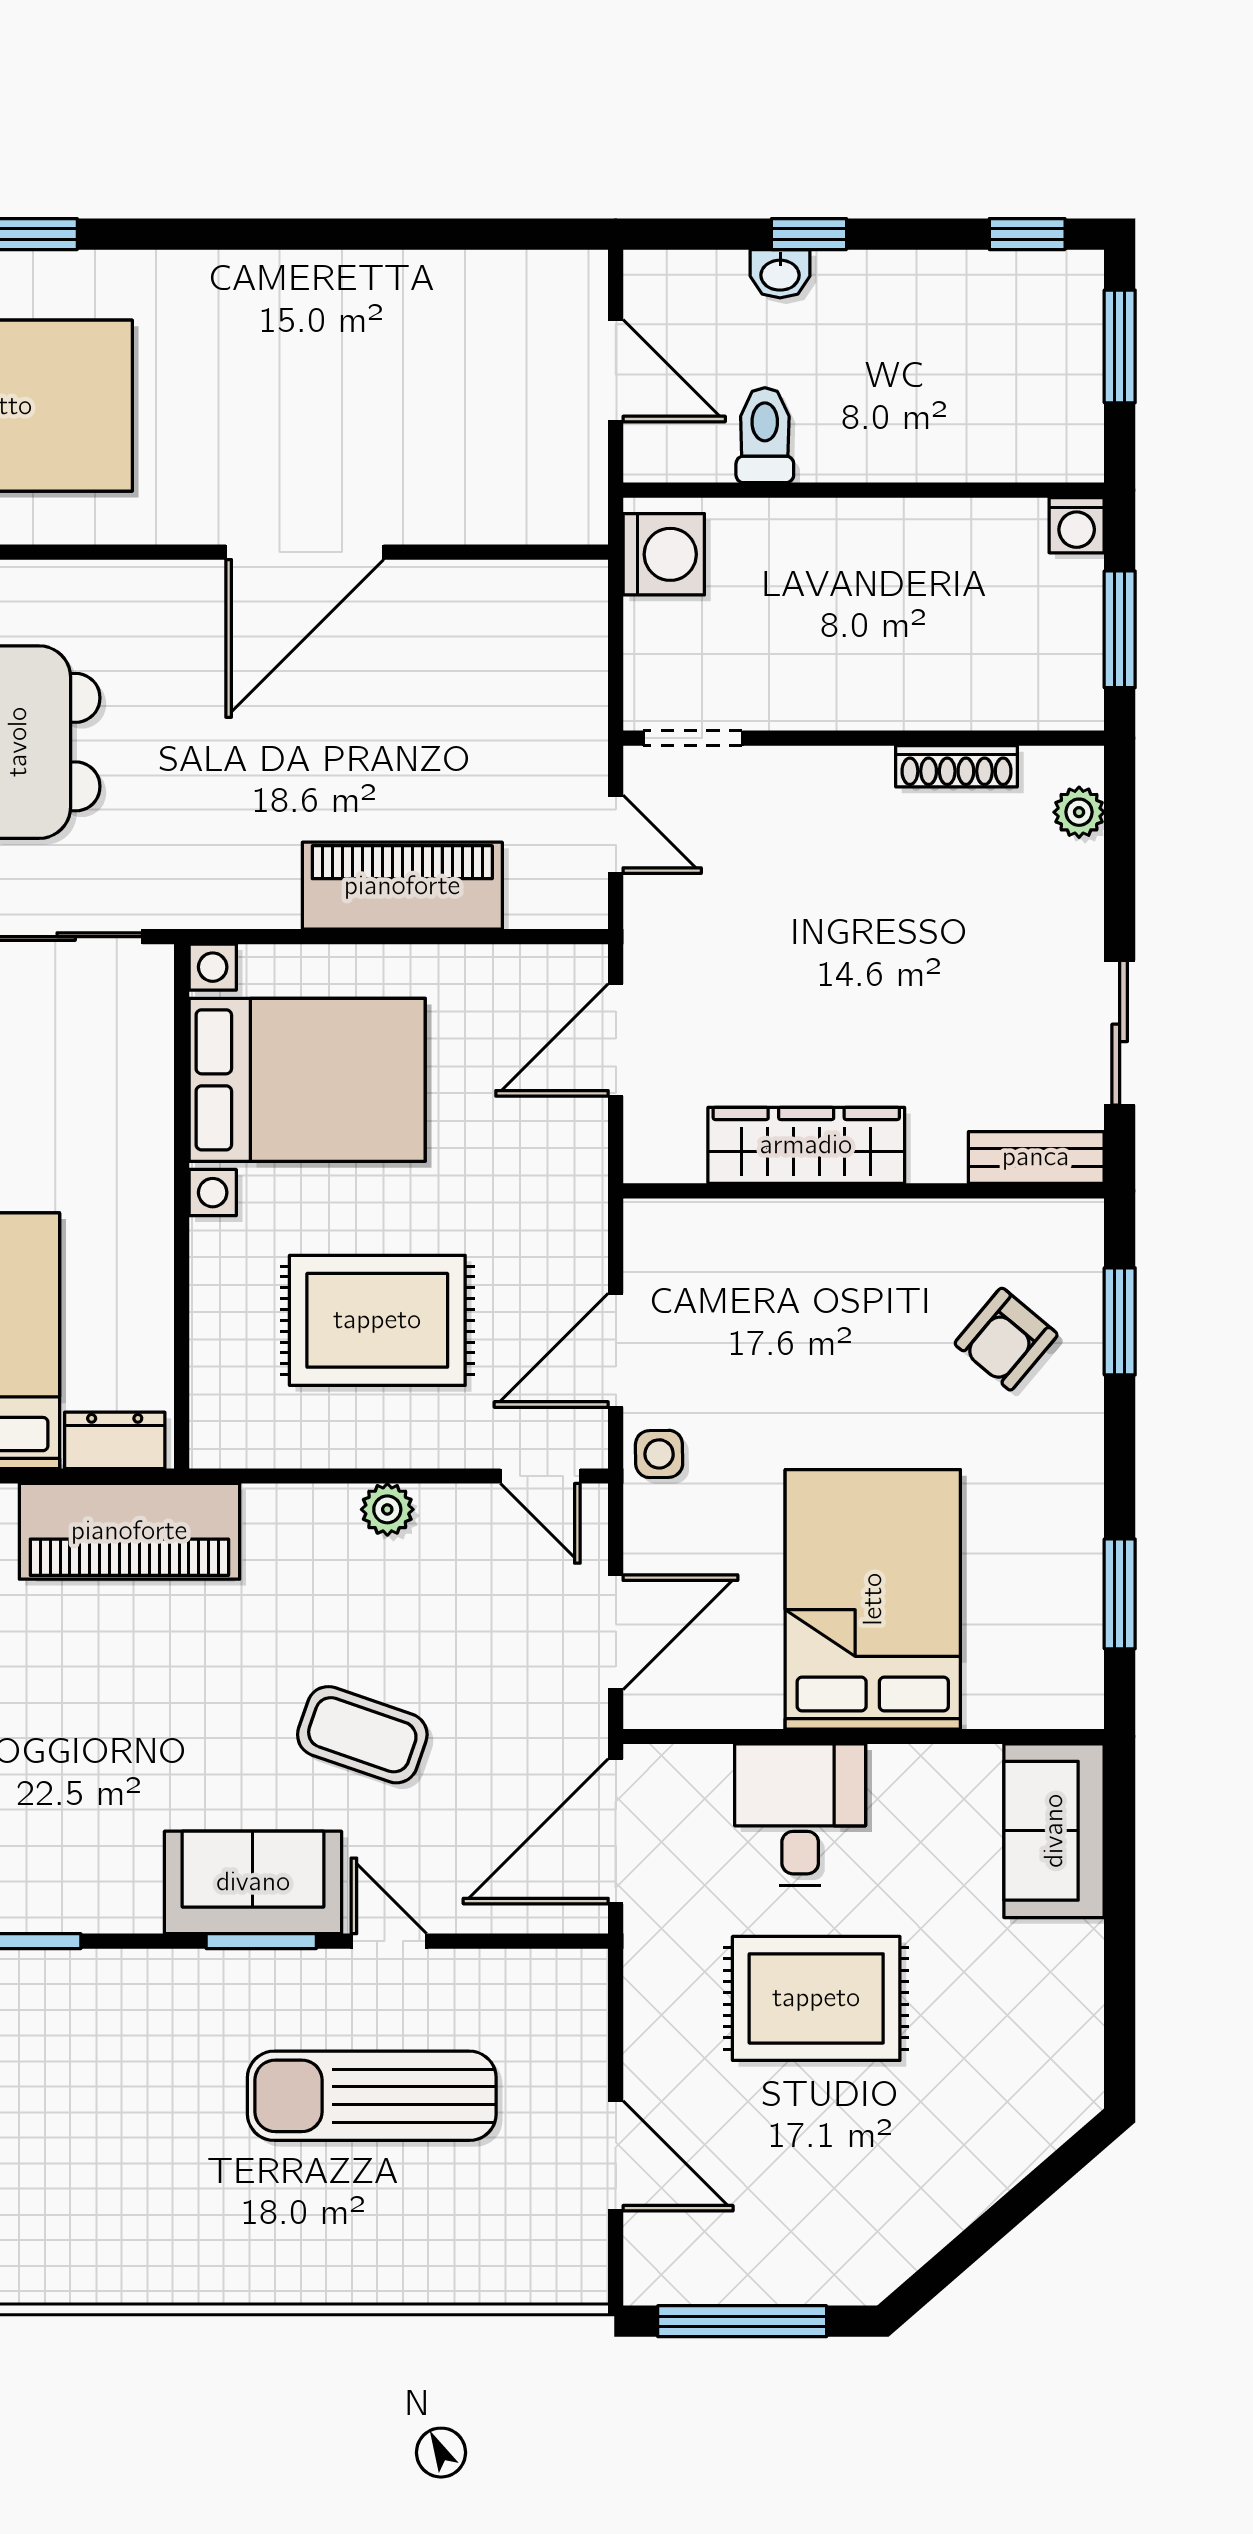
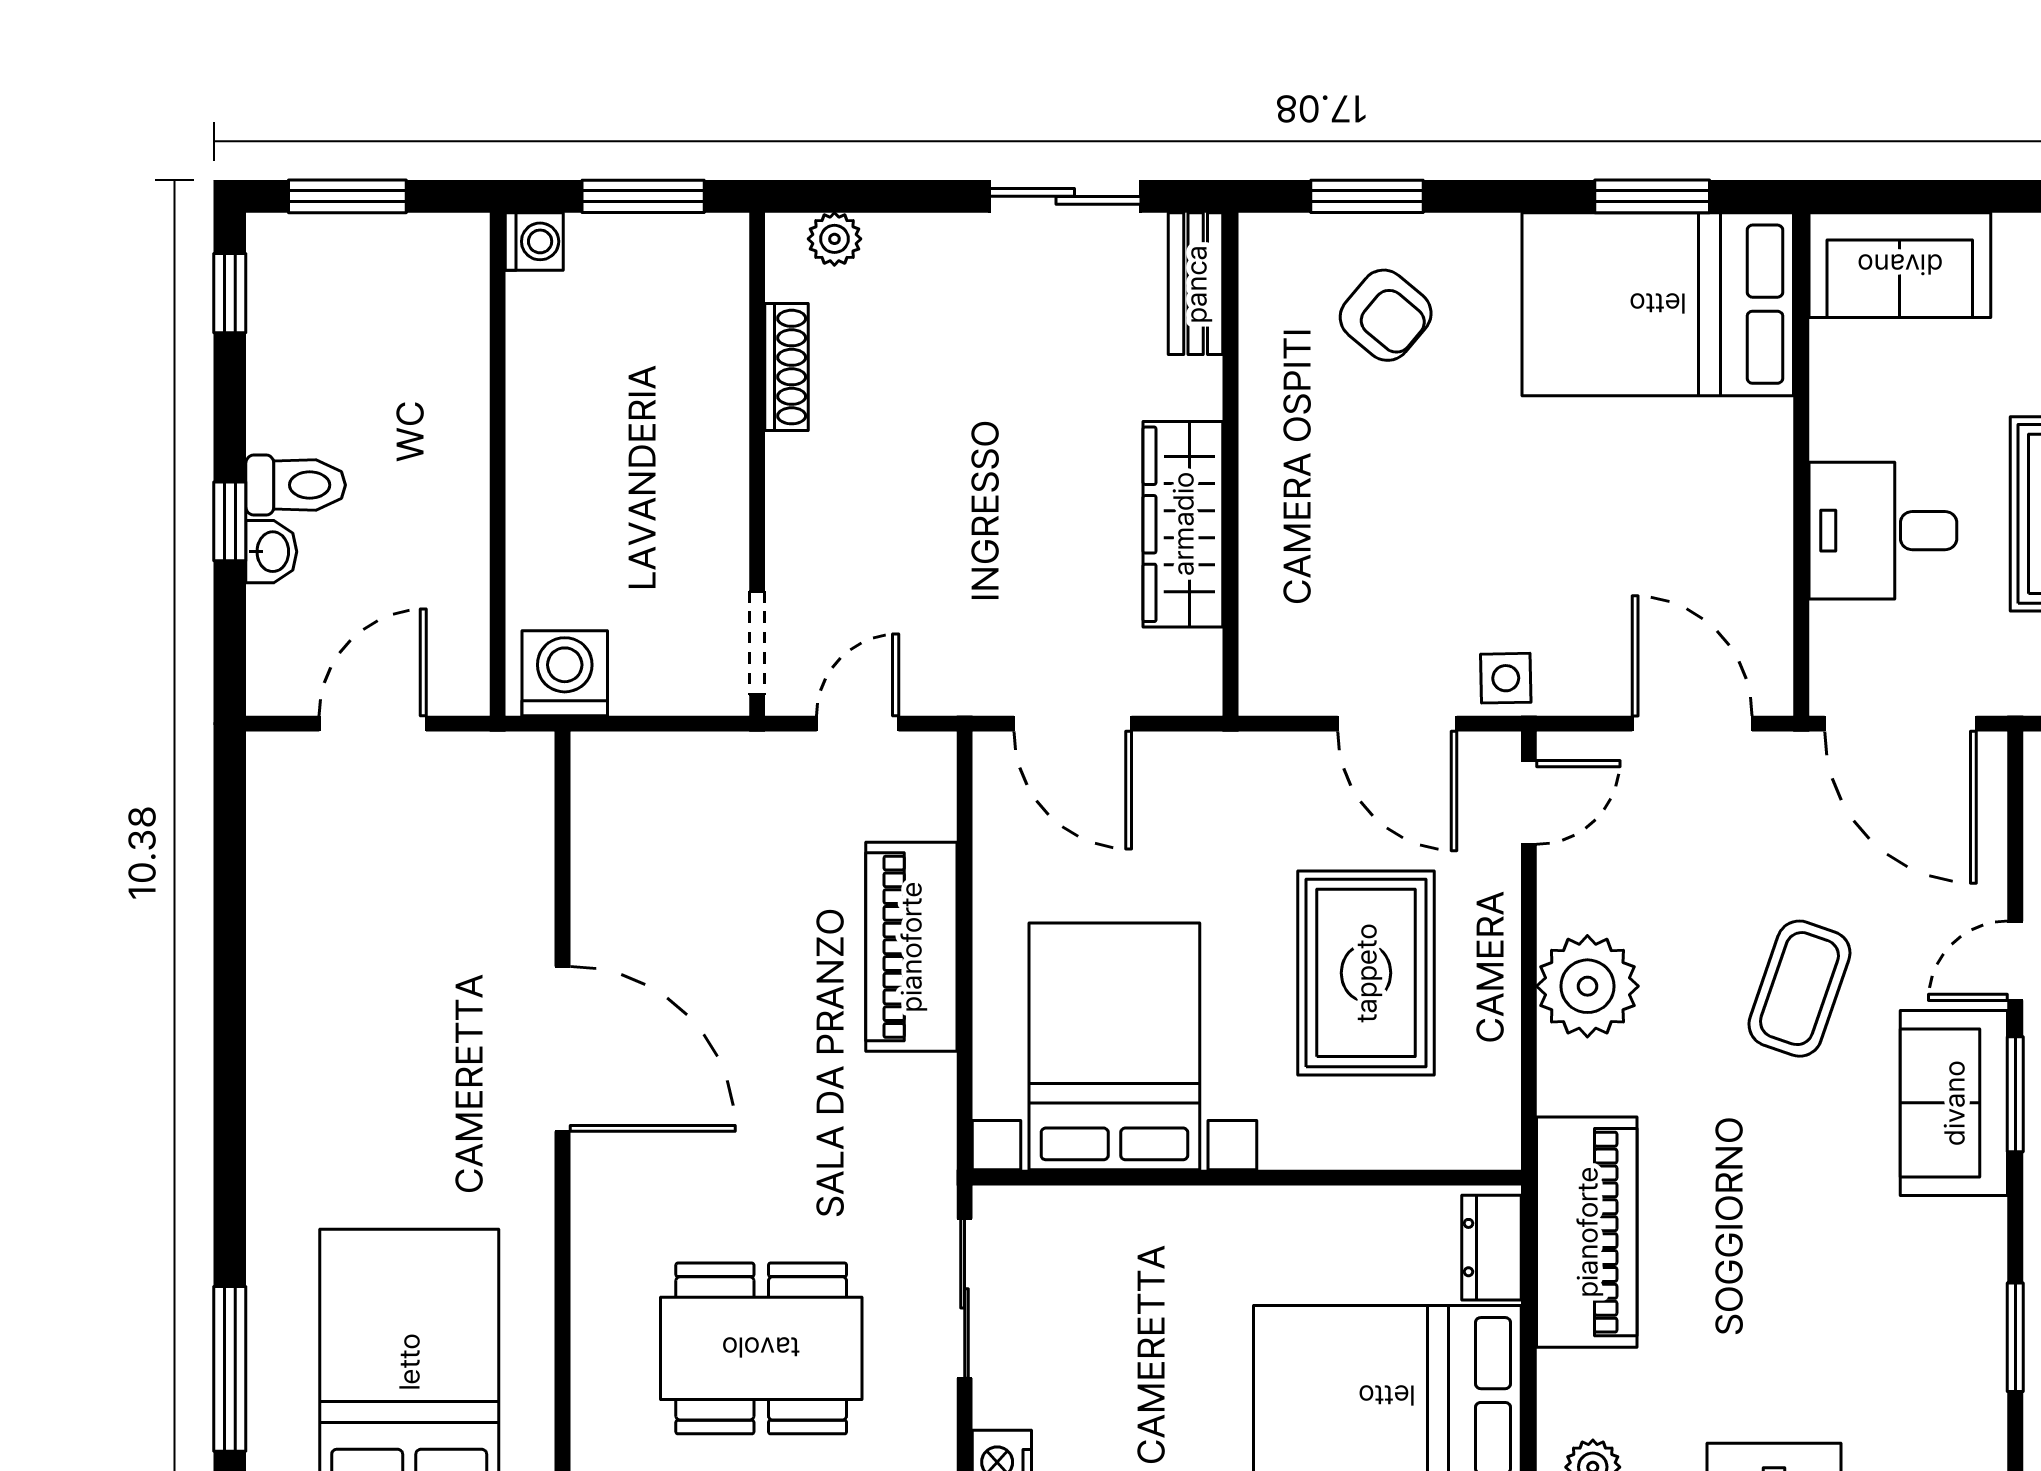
toilet: (765, 435) -> (296, 485), moved, turned 180
plant: (387, 1509) -> (1587, 986), width x1.88, depth x1.88
bed: (873, 1599) -> (1658, 304), moved

